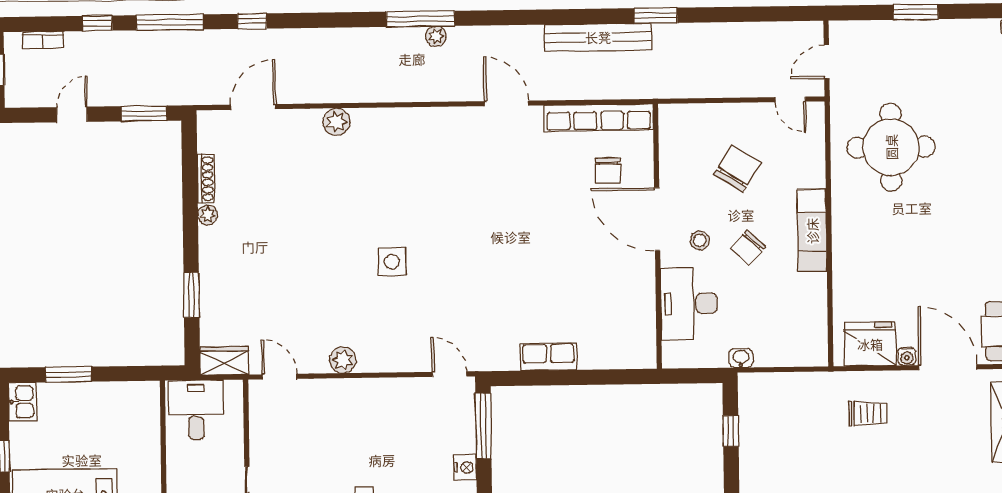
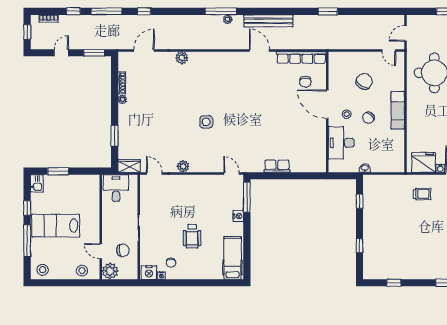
bench: (598, 37) -> (268, 21), moved

